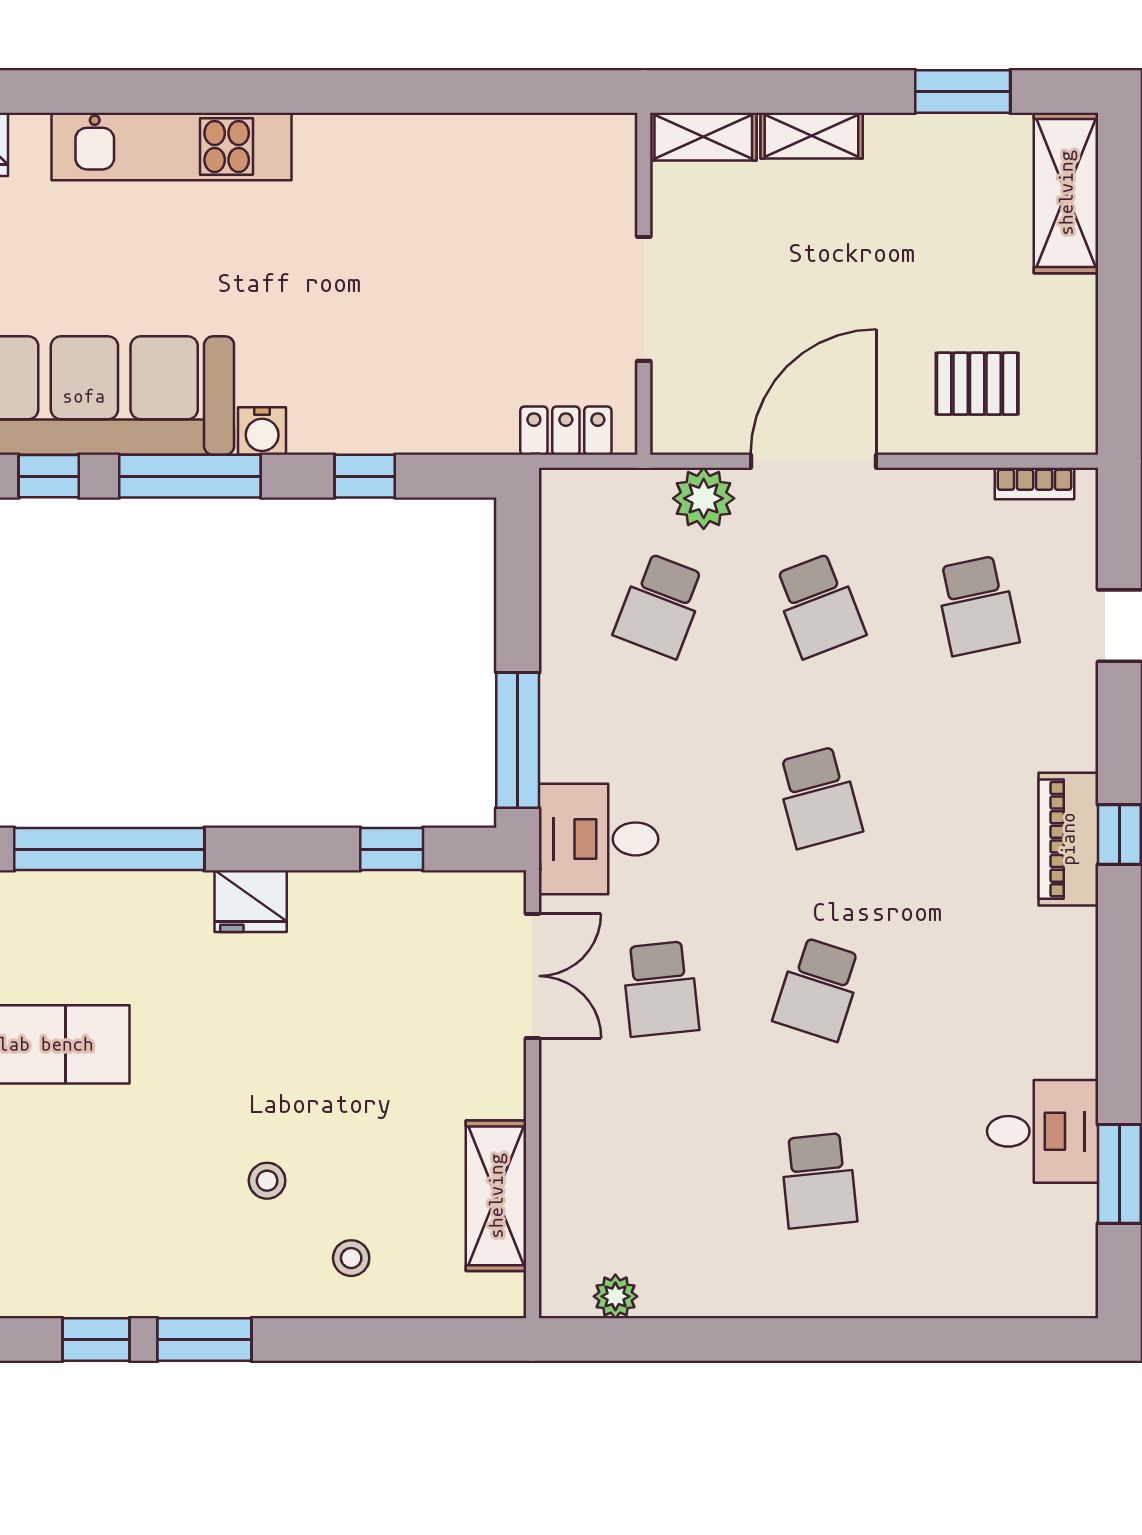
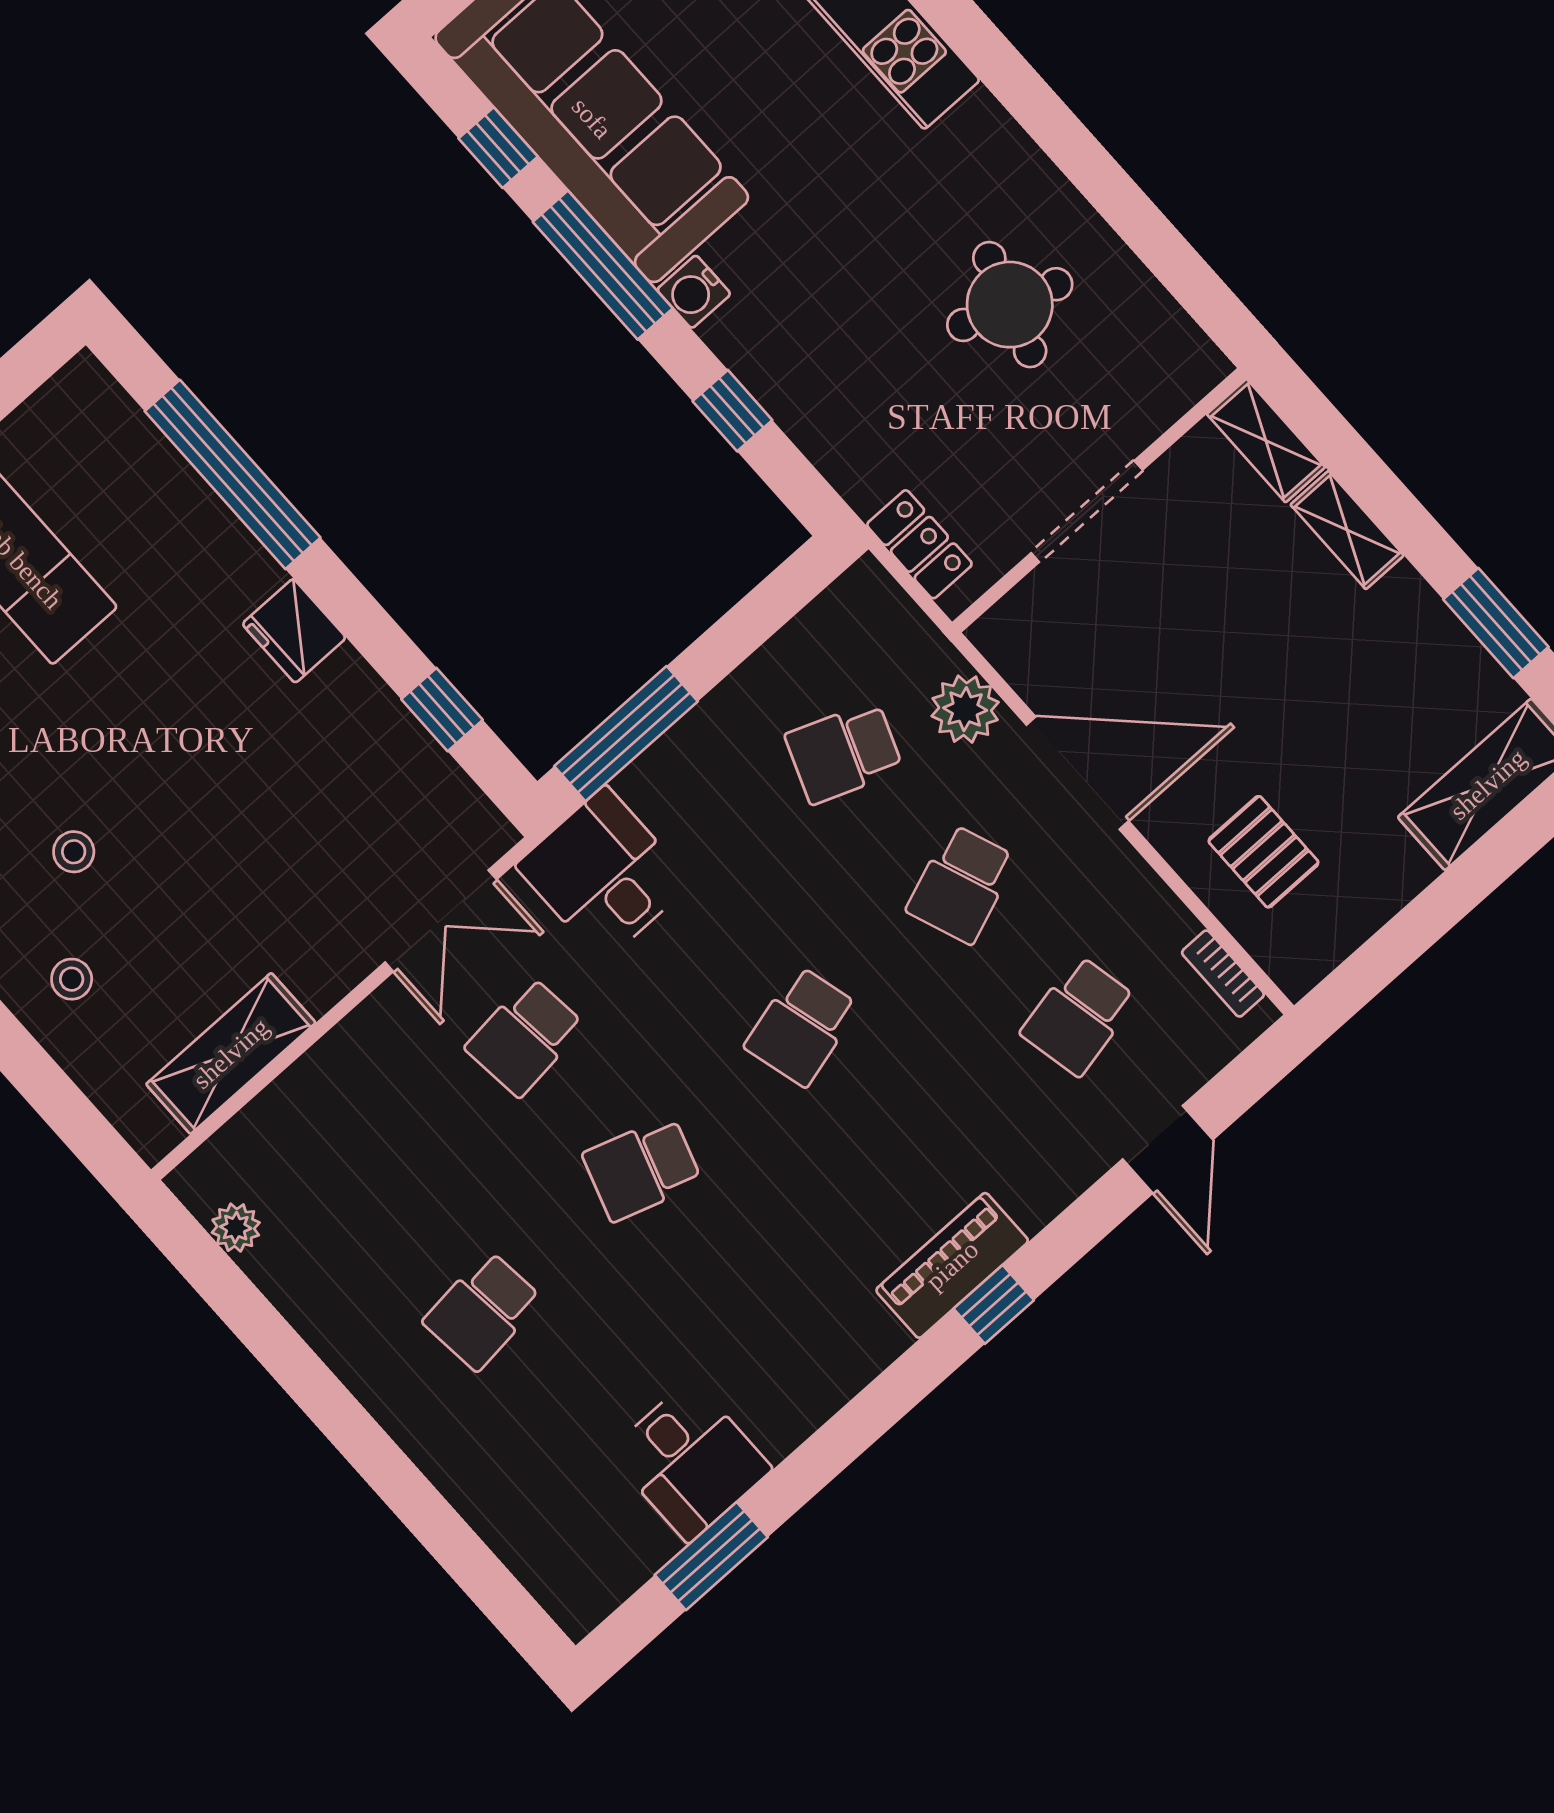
round table: (459, 227) -> (1010, 305), added

